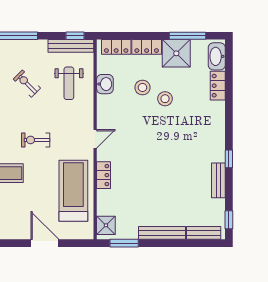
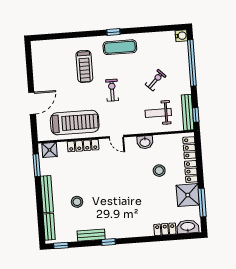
washbasin: (105, 84) -> (145, 142), moved
stool: (165, 99) -> (77, 202), moved
locker: (104, 175) -> (83, 146), width x1.53

